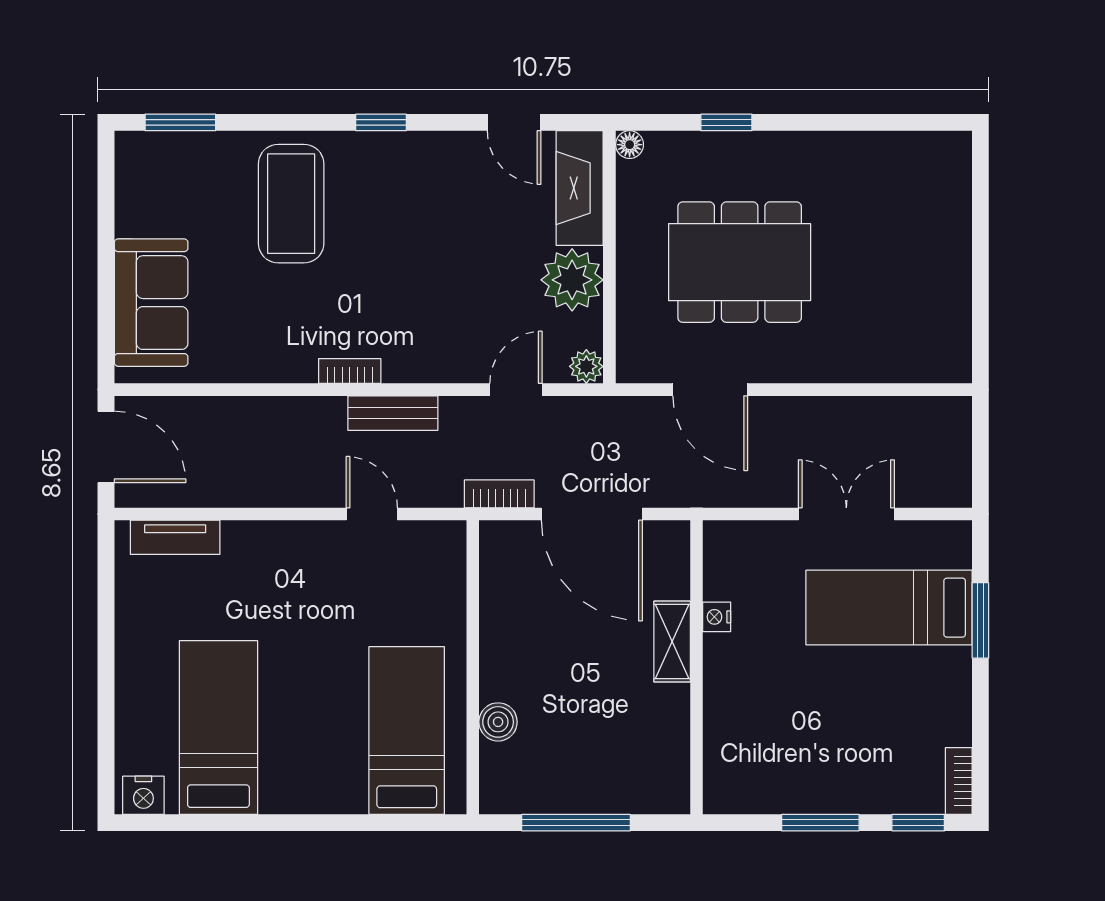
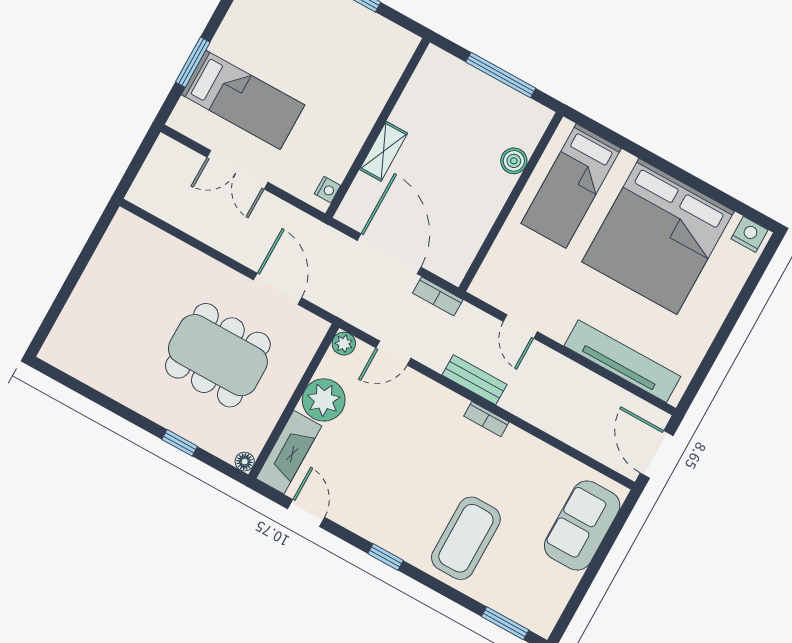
tv unit: (175, 537) -> (622, 361), width x1.92, depth x1.29
nightstand: (717, 617) -> (327, 190), moved
bed: (218, 728) -> (658, 236), width x2.04

